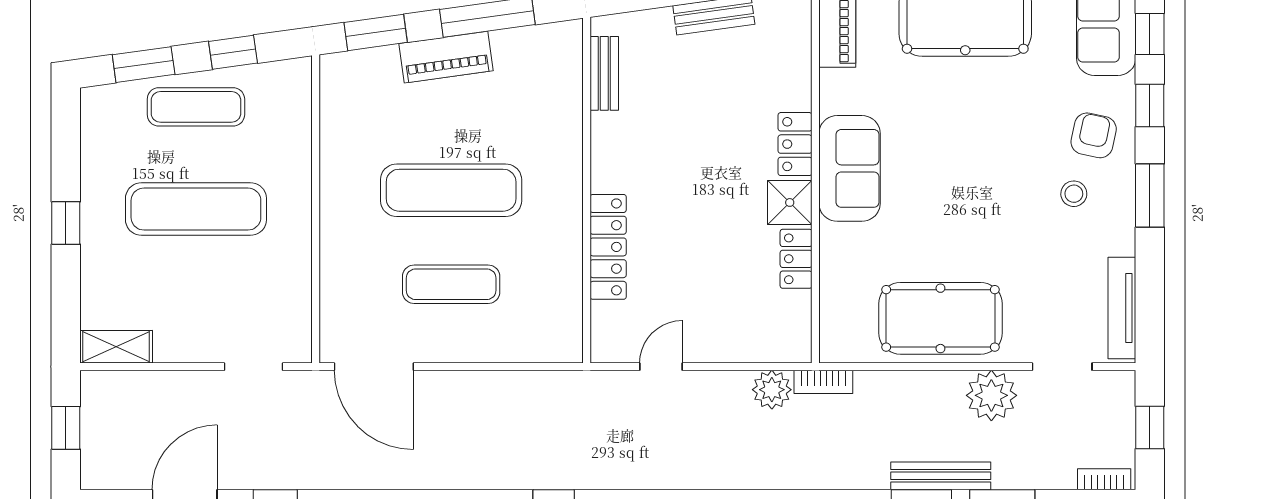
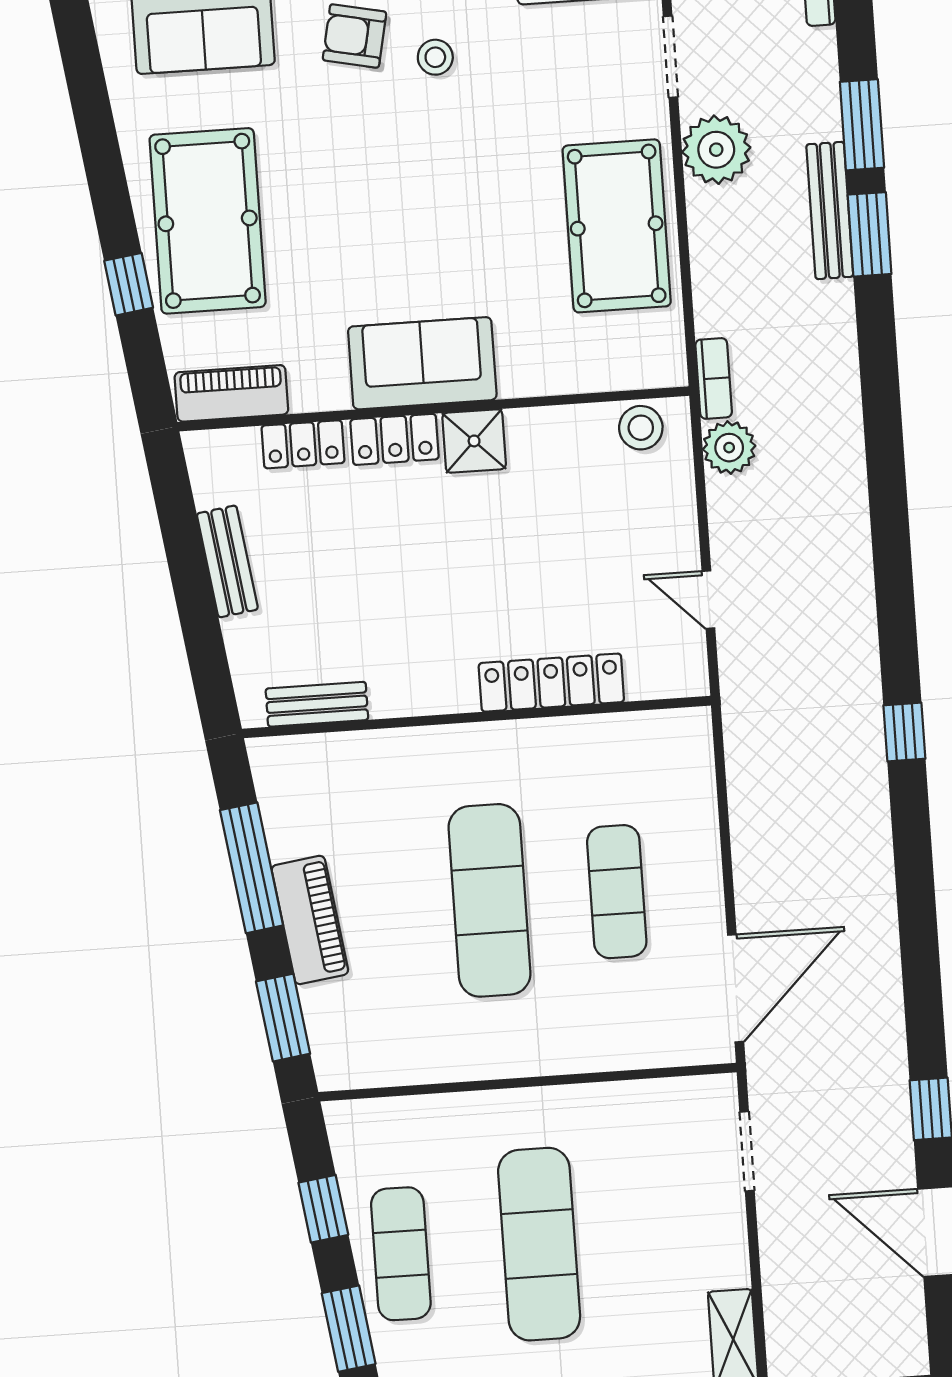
locker: (796, 259) -> (303, 444), moved
stool: (791, 326) -> (641, 428), added

